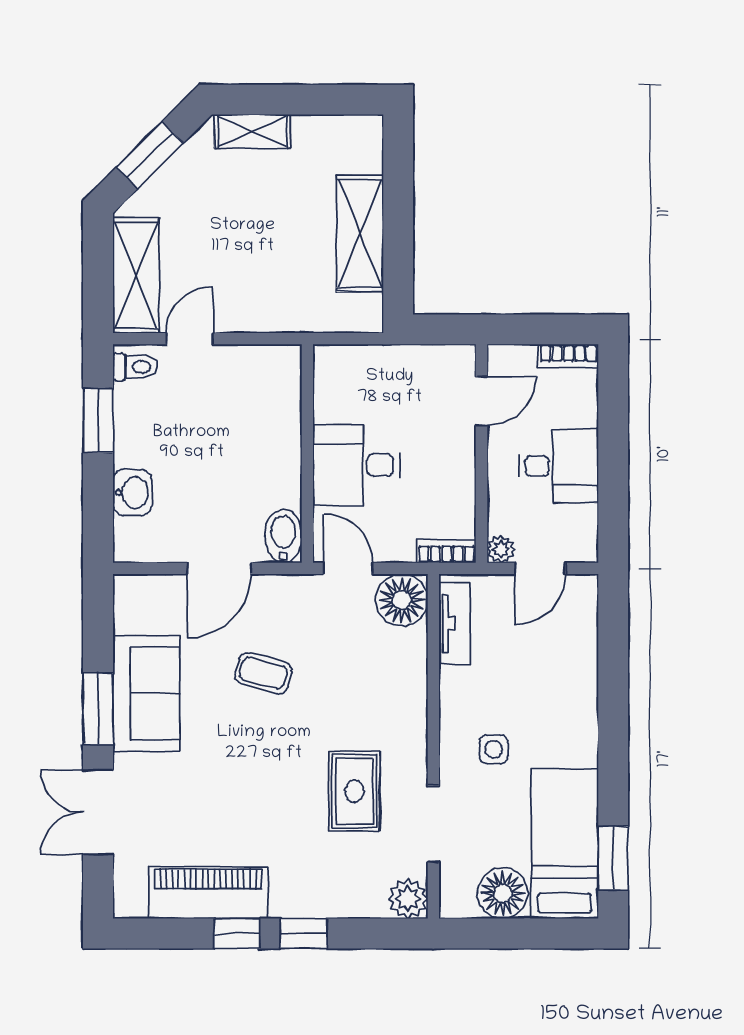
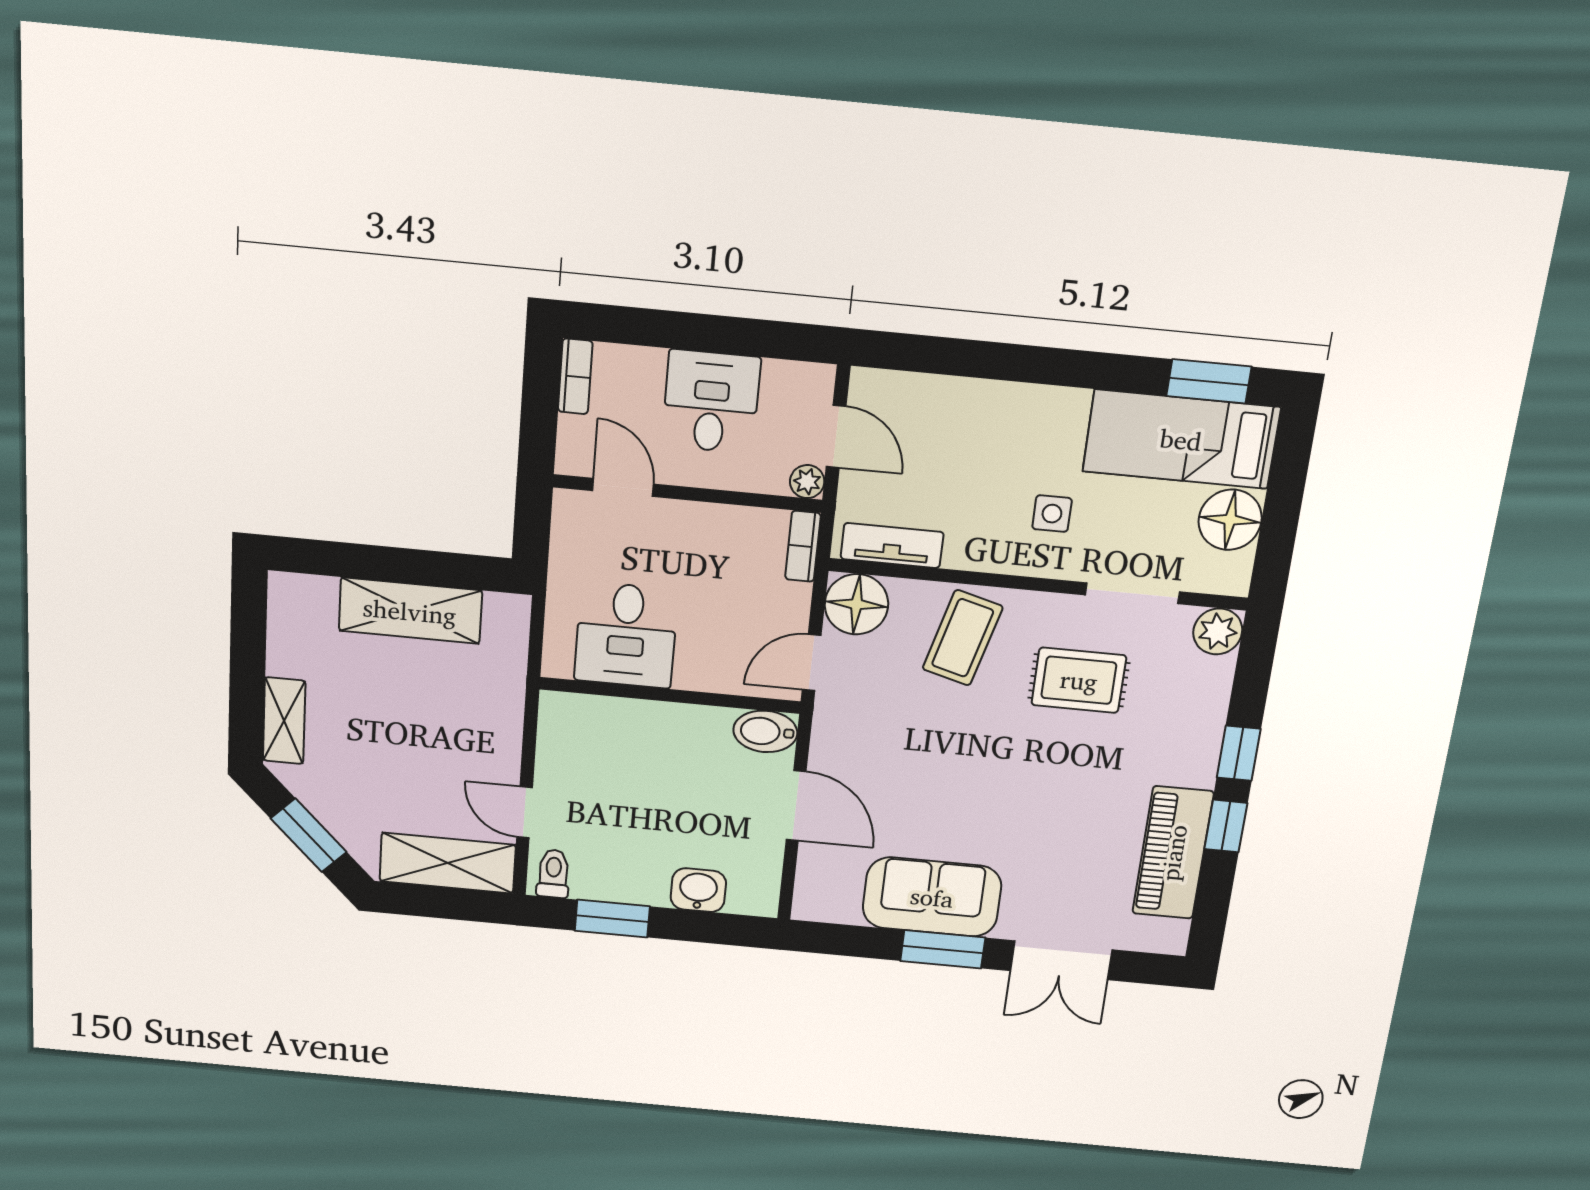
desk: (356, 465) -> (626, 635), moved
coffee table: (263, 673) -> (963, 638), moved, width x1.36, depth x1.30

